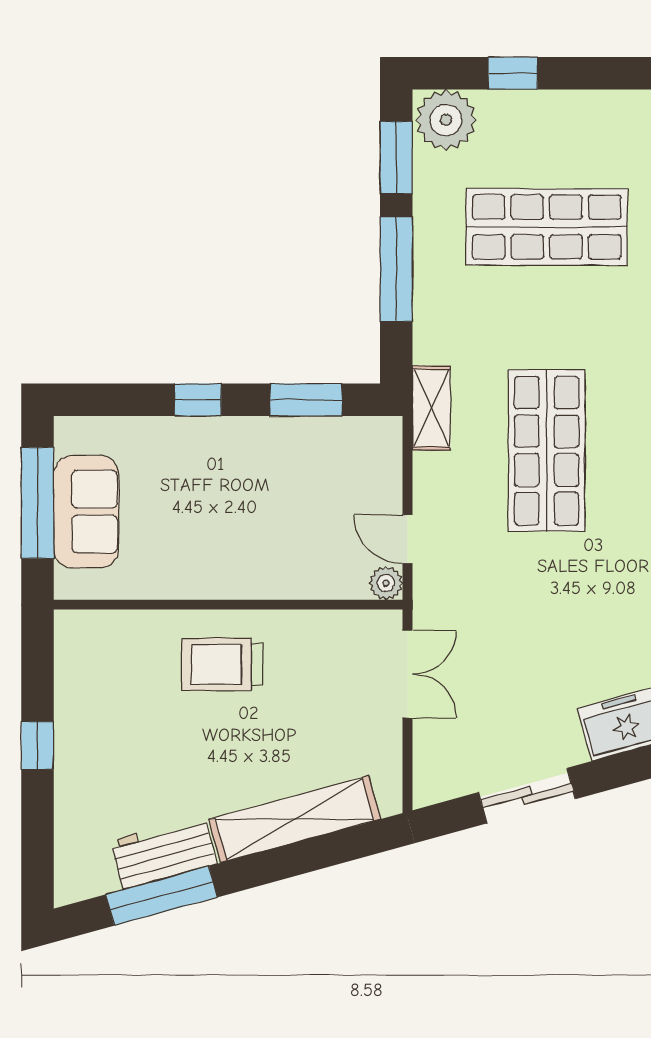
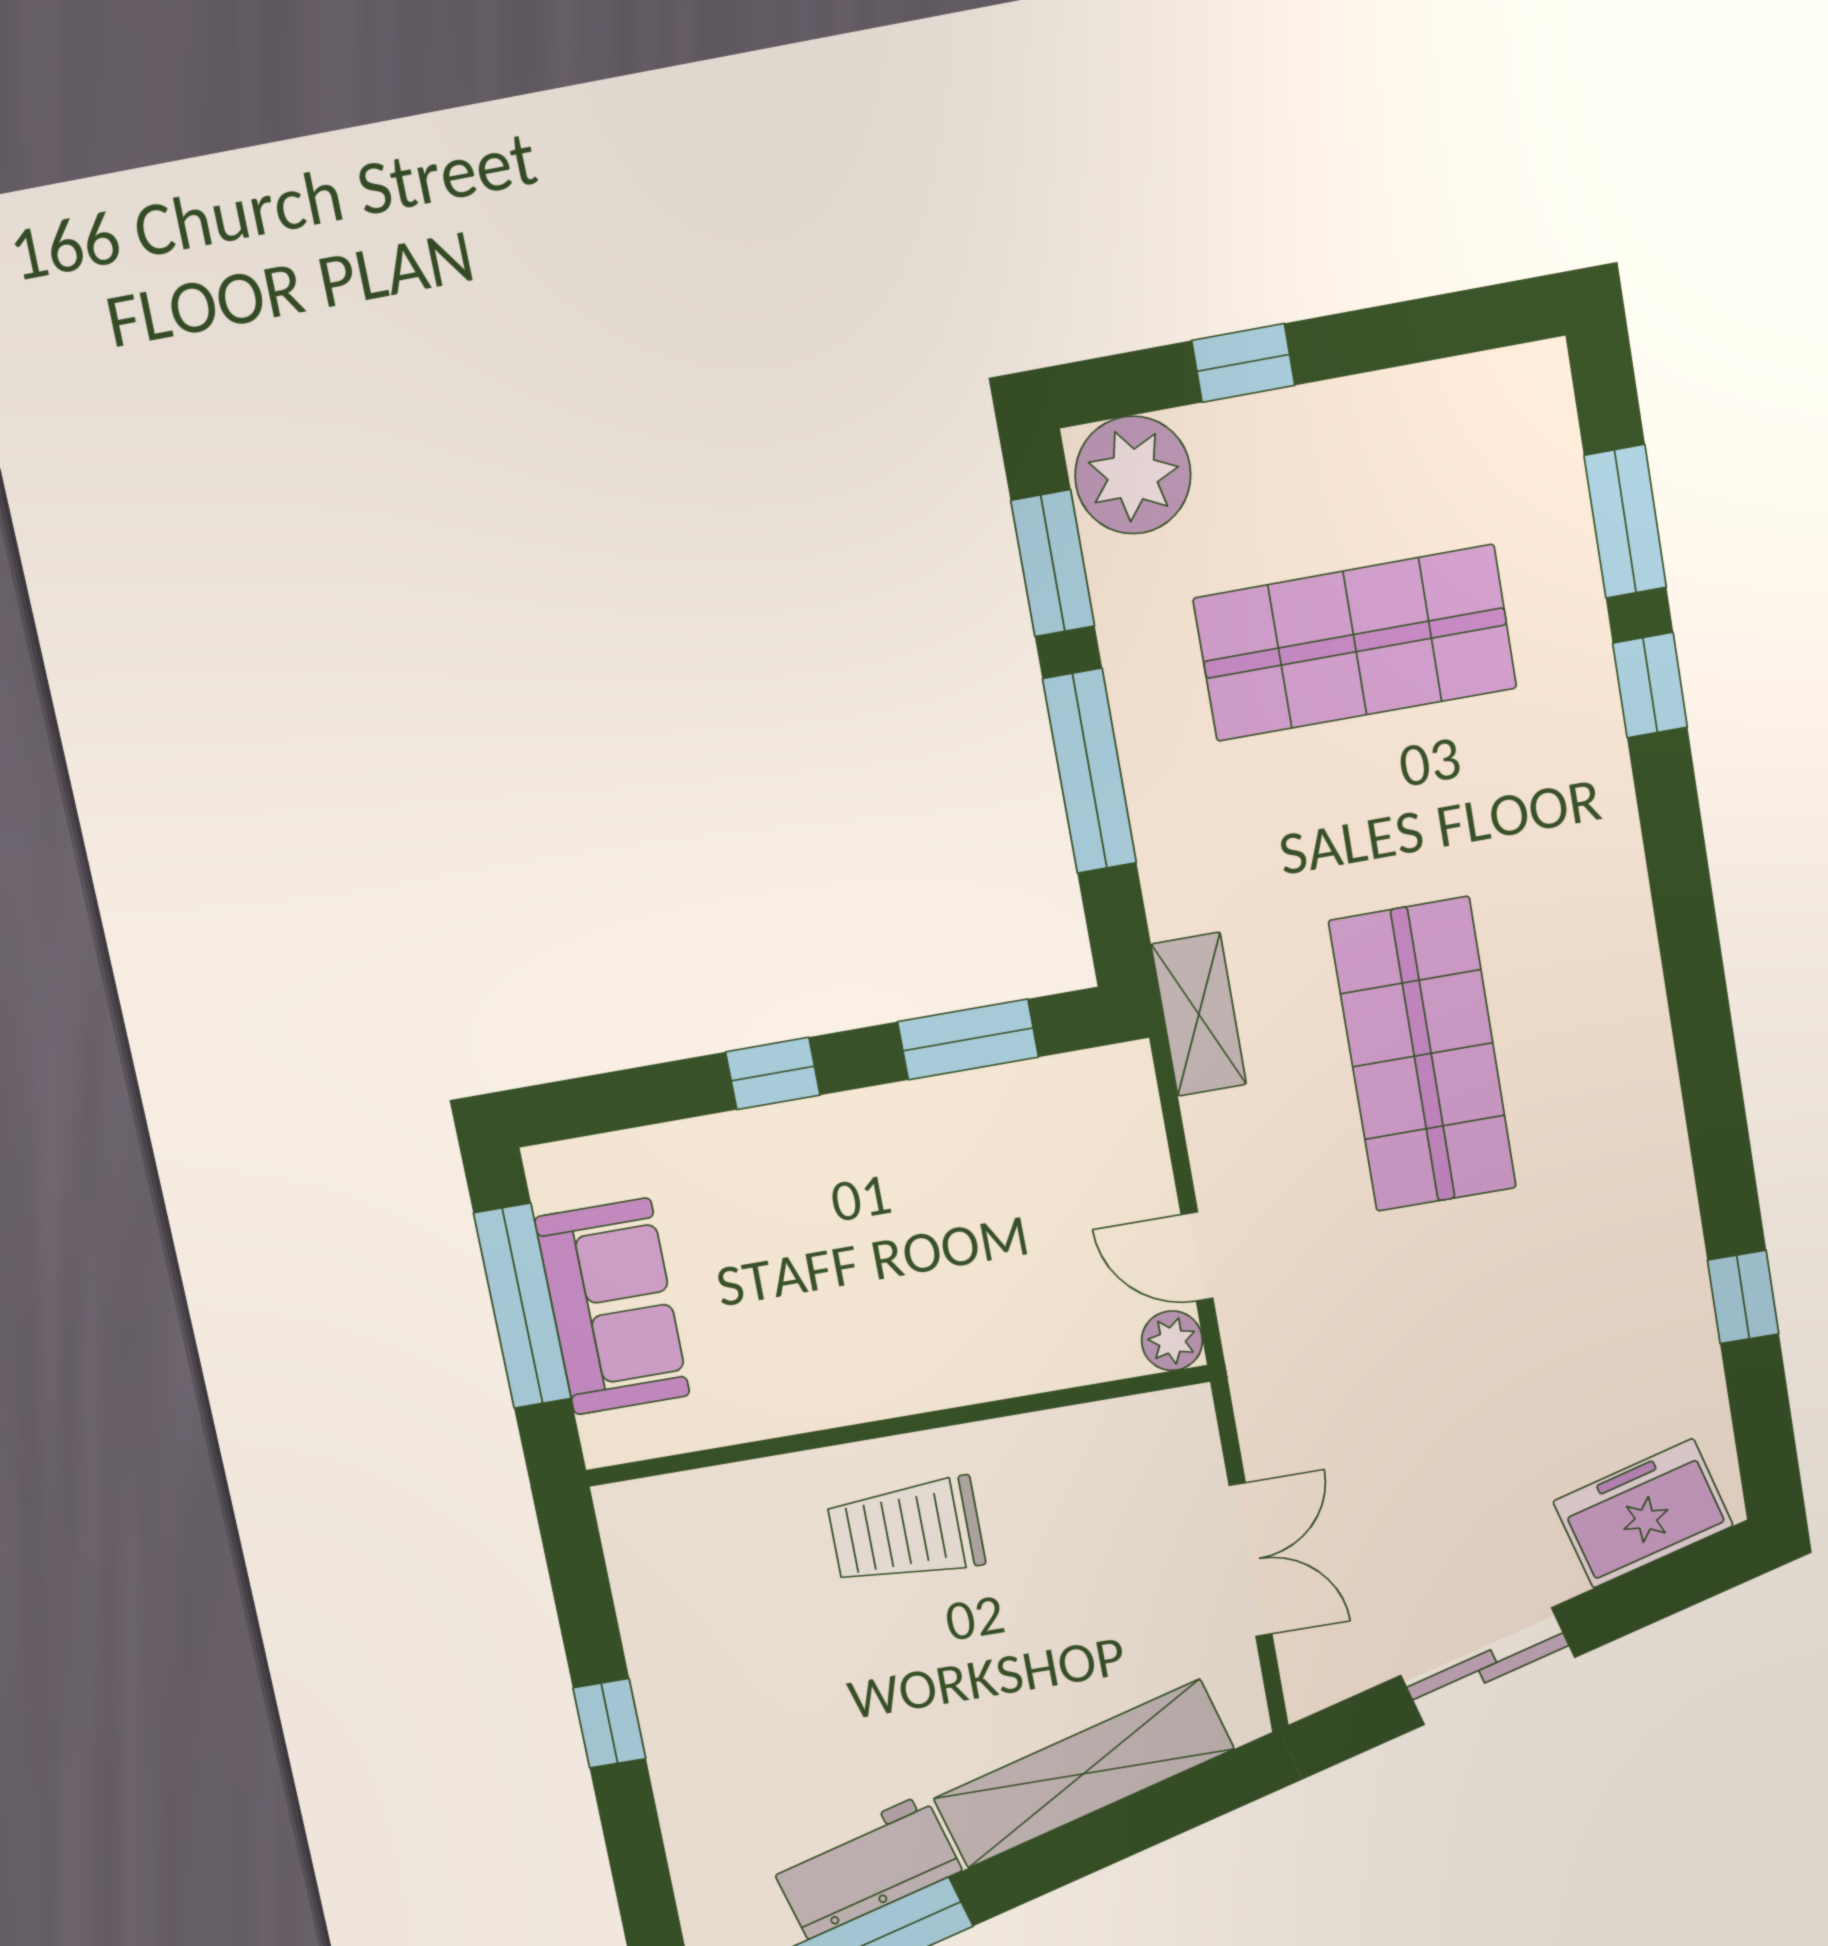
double door: (408, 674) -> (1251, 1560), moved

